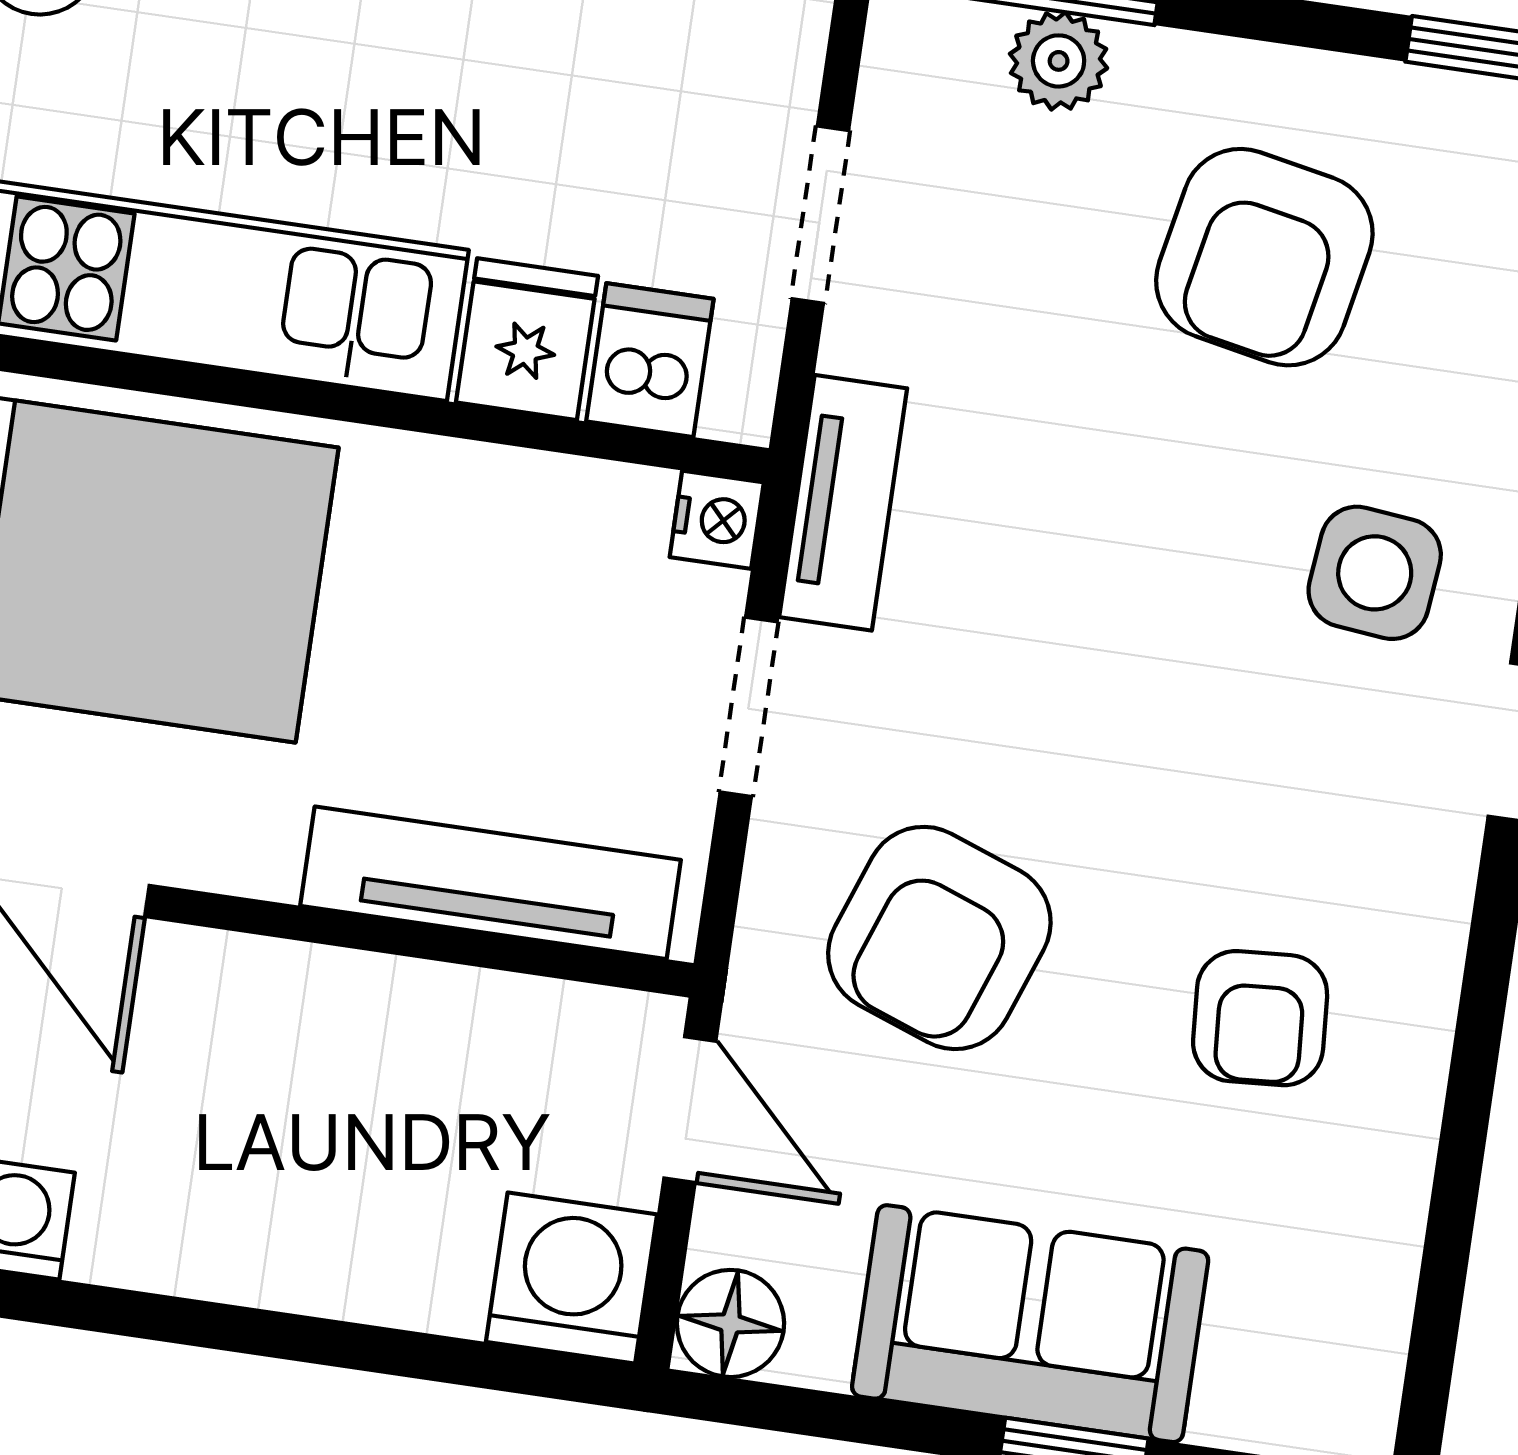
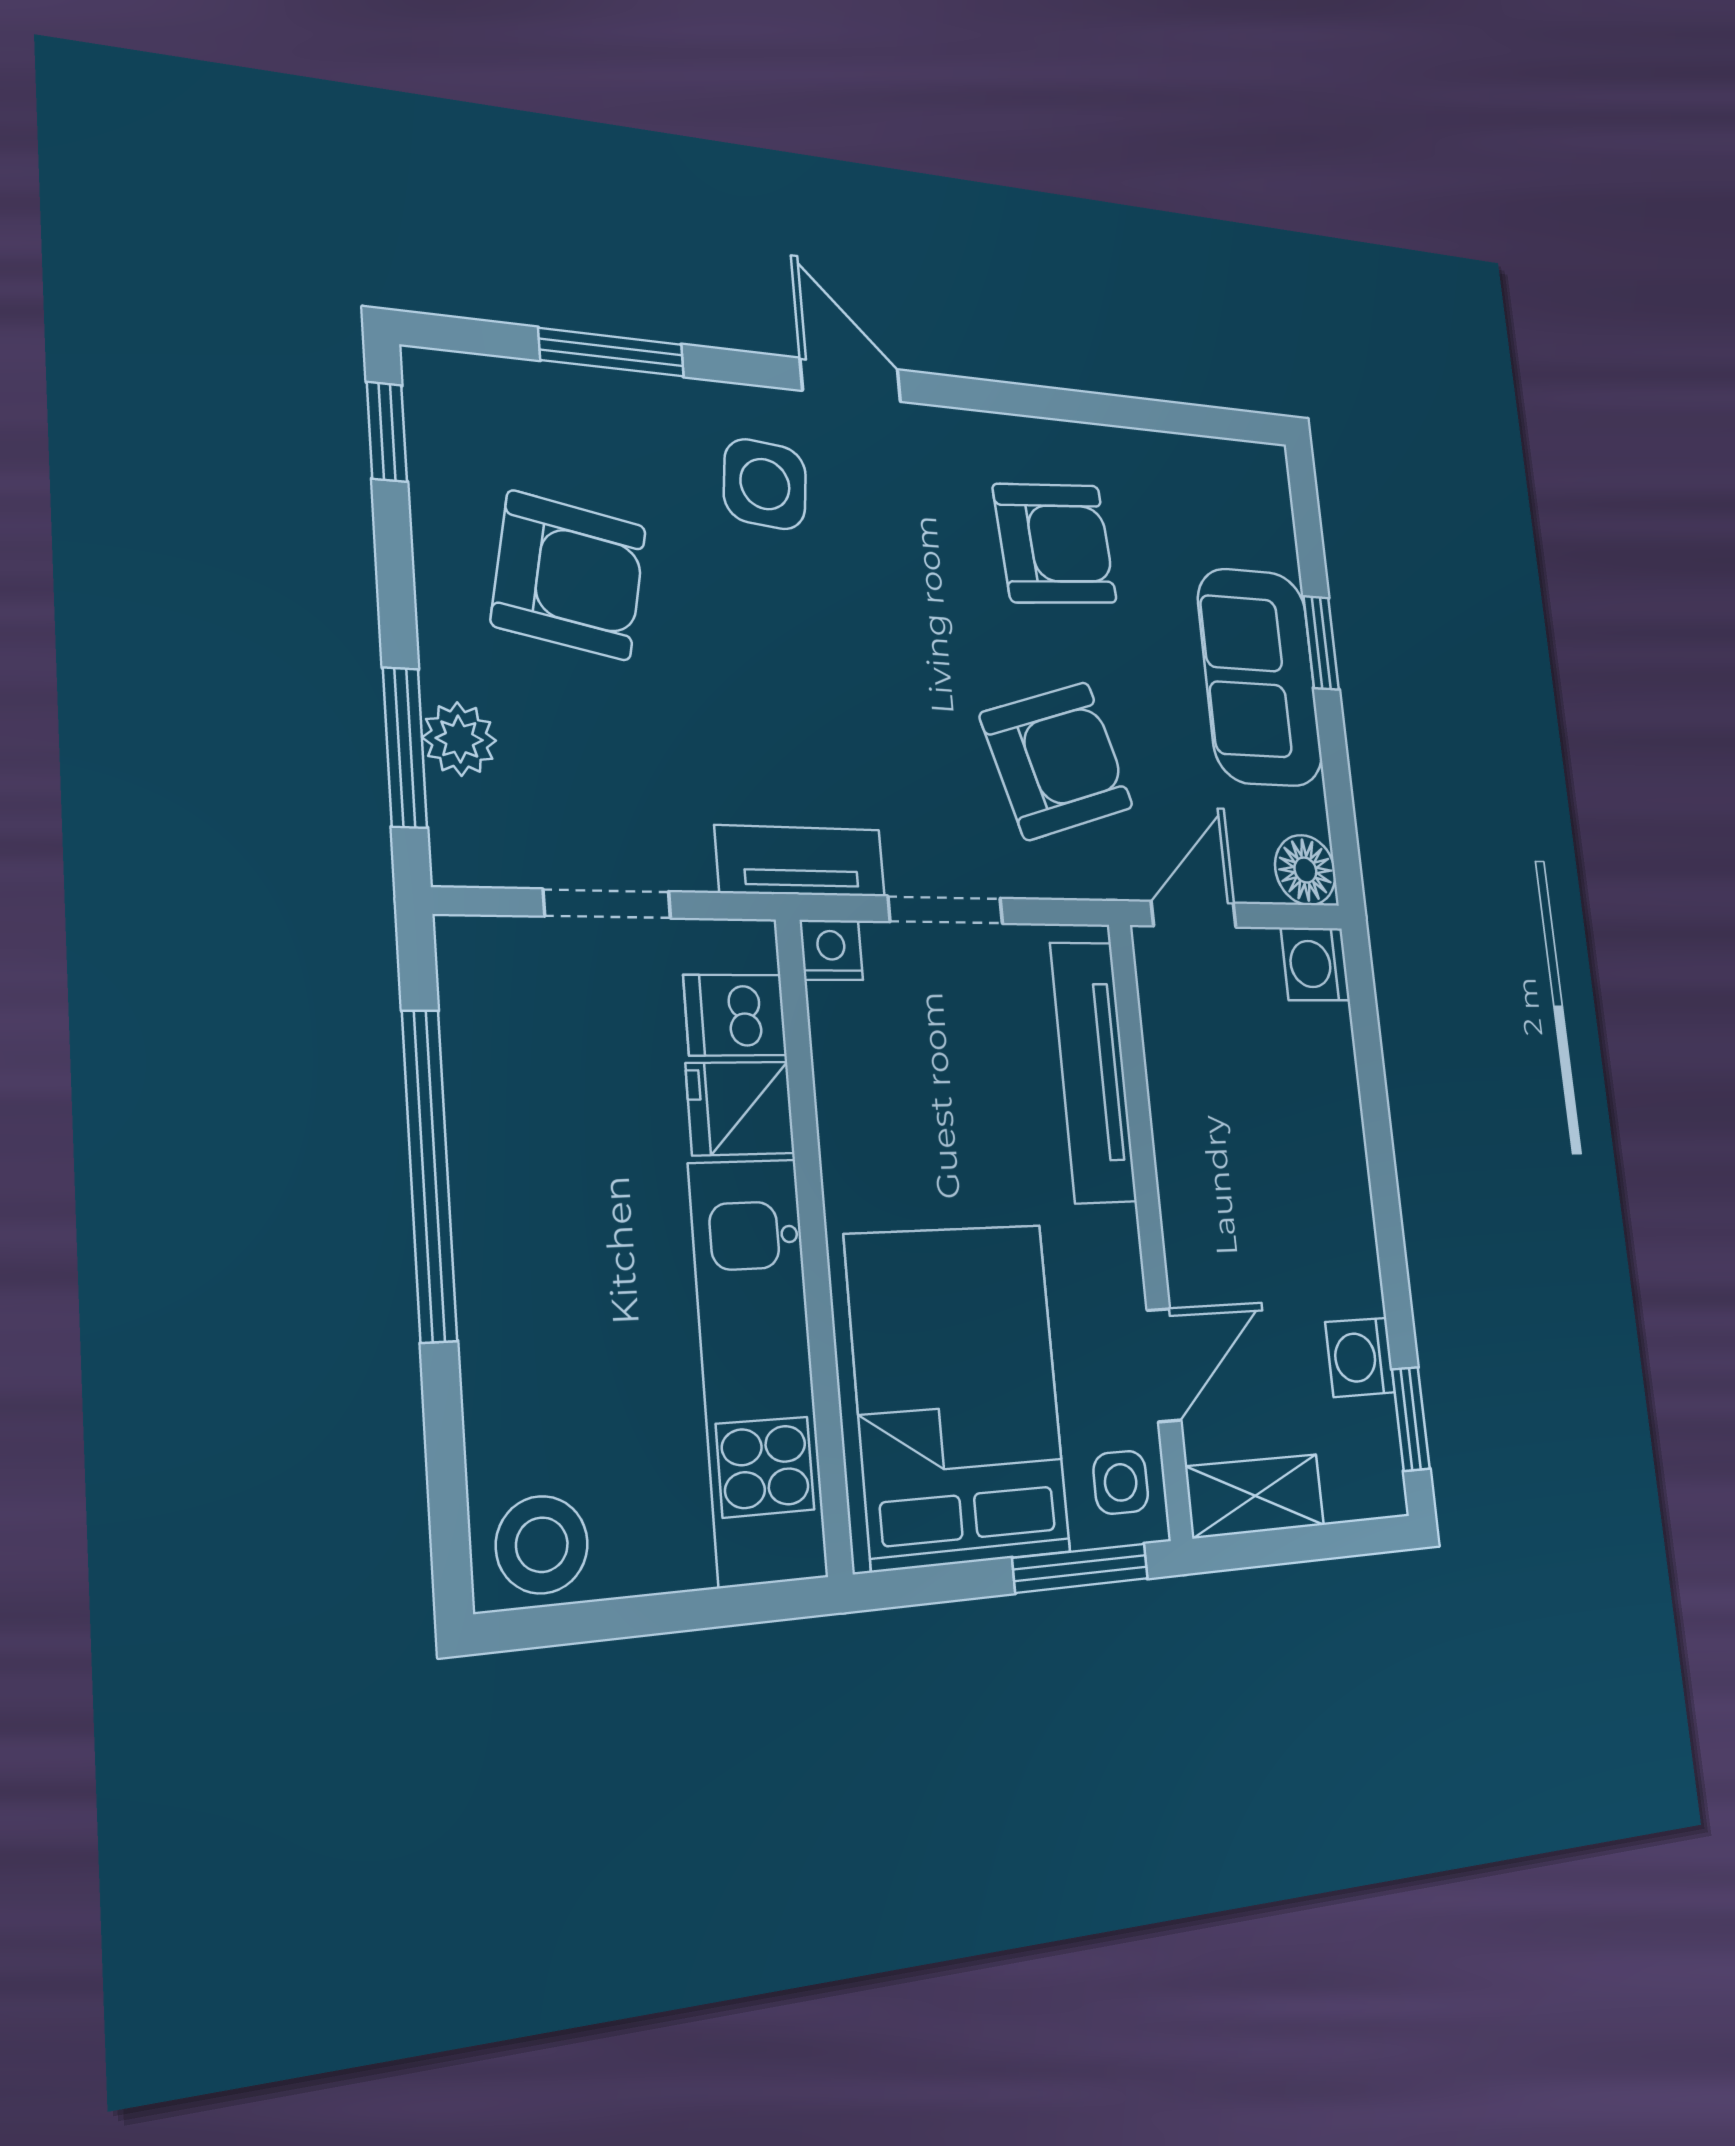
armchair: (939, 938) -> (1056, 761), turned -37
armchair: (1260, 1018) -> (1055, 543), width x1.38, depth x1.38
washing machine: (571, 1278) -> (1315, 964), width x0.73, depth x0.73

